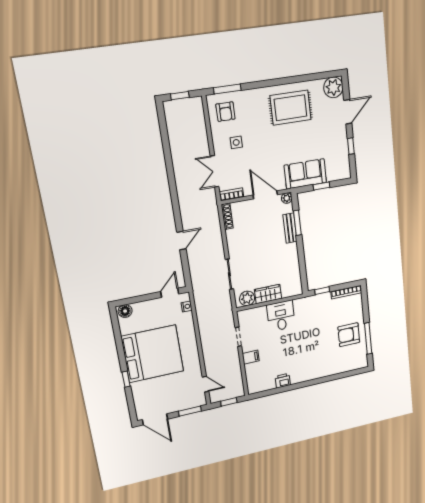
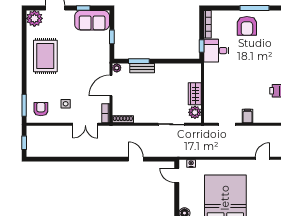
armchair: (225, 112) -> (41, 109), turned -90
sofa: (305, 174) -> (92, 20), moved, turned -90
desk: (281, 316) -> (216, 51), moved

